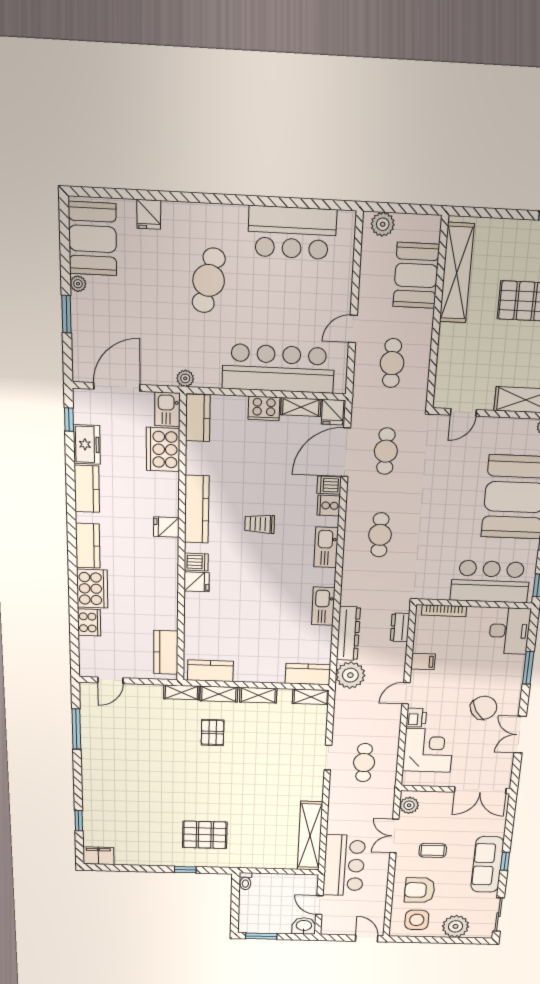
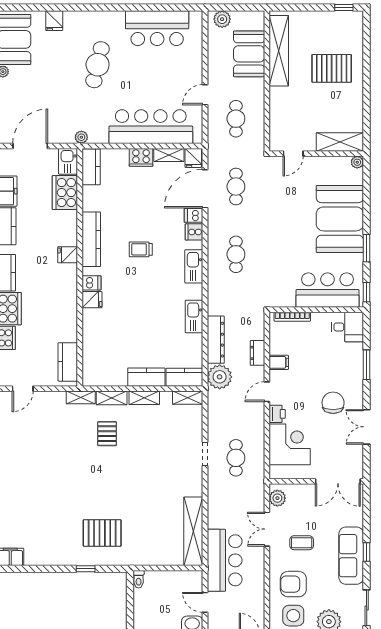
dresser: (400, 627) -> (257, 353), moved
desk: (509, 631) -> (347, 327), width x0.73
kitchen counter: (210, 671) -> (146, 377), moved
chair: (484, 708) -> (333, 403), turned -59

